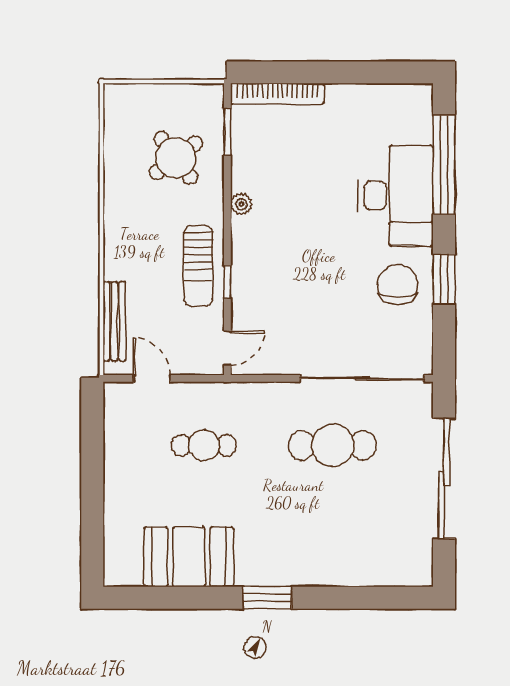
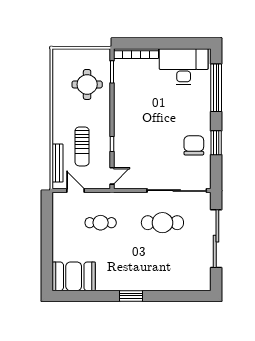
round table: (176, 158) -> (87, 84), turned 37
desk: (396, 196) -> (184, 67), moved, turned -90
plant: (241, 204) -> (119, 107), removed
sun lounger: (198, 266) -> (82, 146), moved
booth: (189, 557) -> (74, 276), moved

